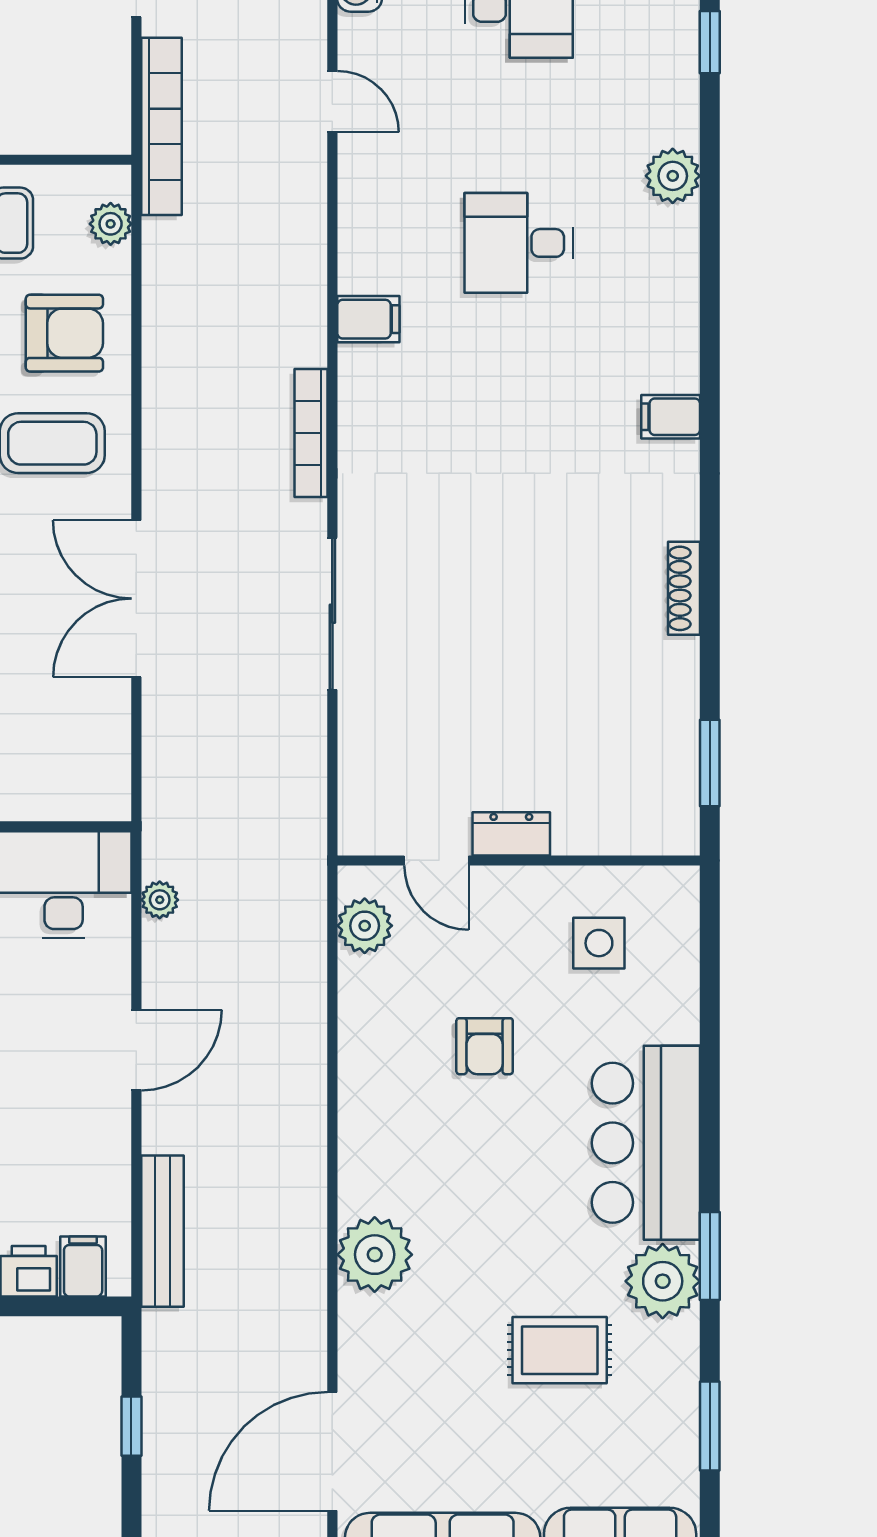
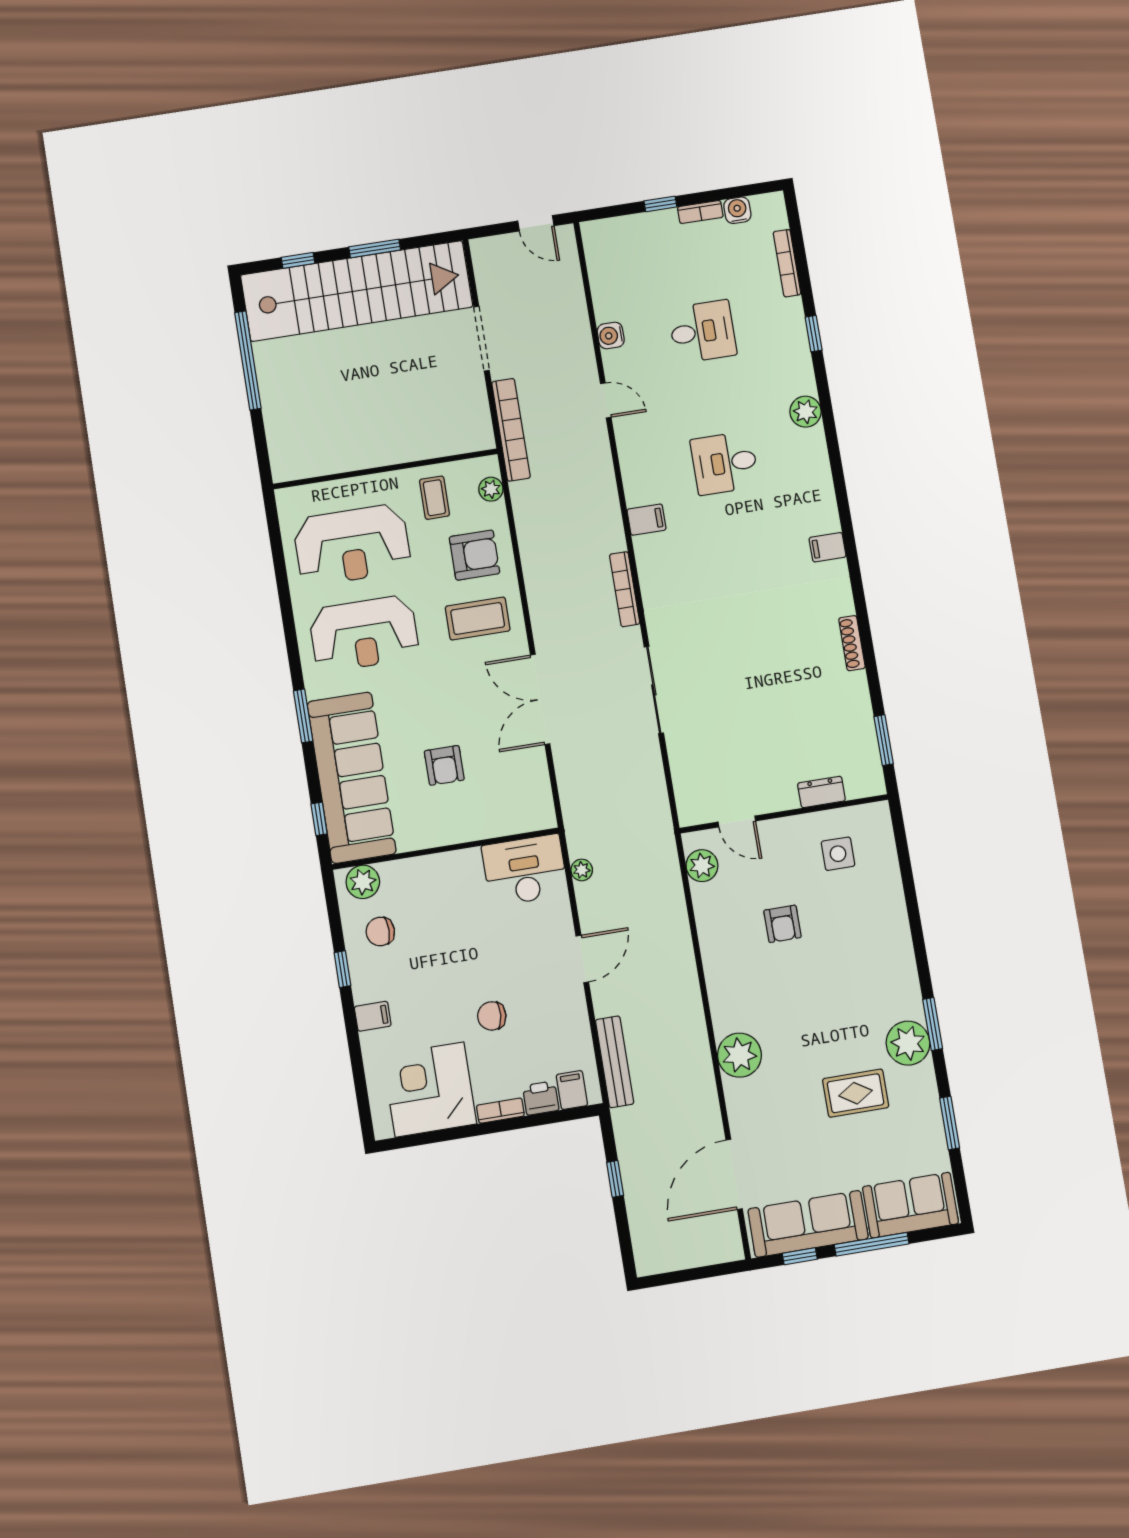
dresser: (511, 834) -> (821, 792), moved
bar counter: (646, 1143) -> (885, 964), removed

